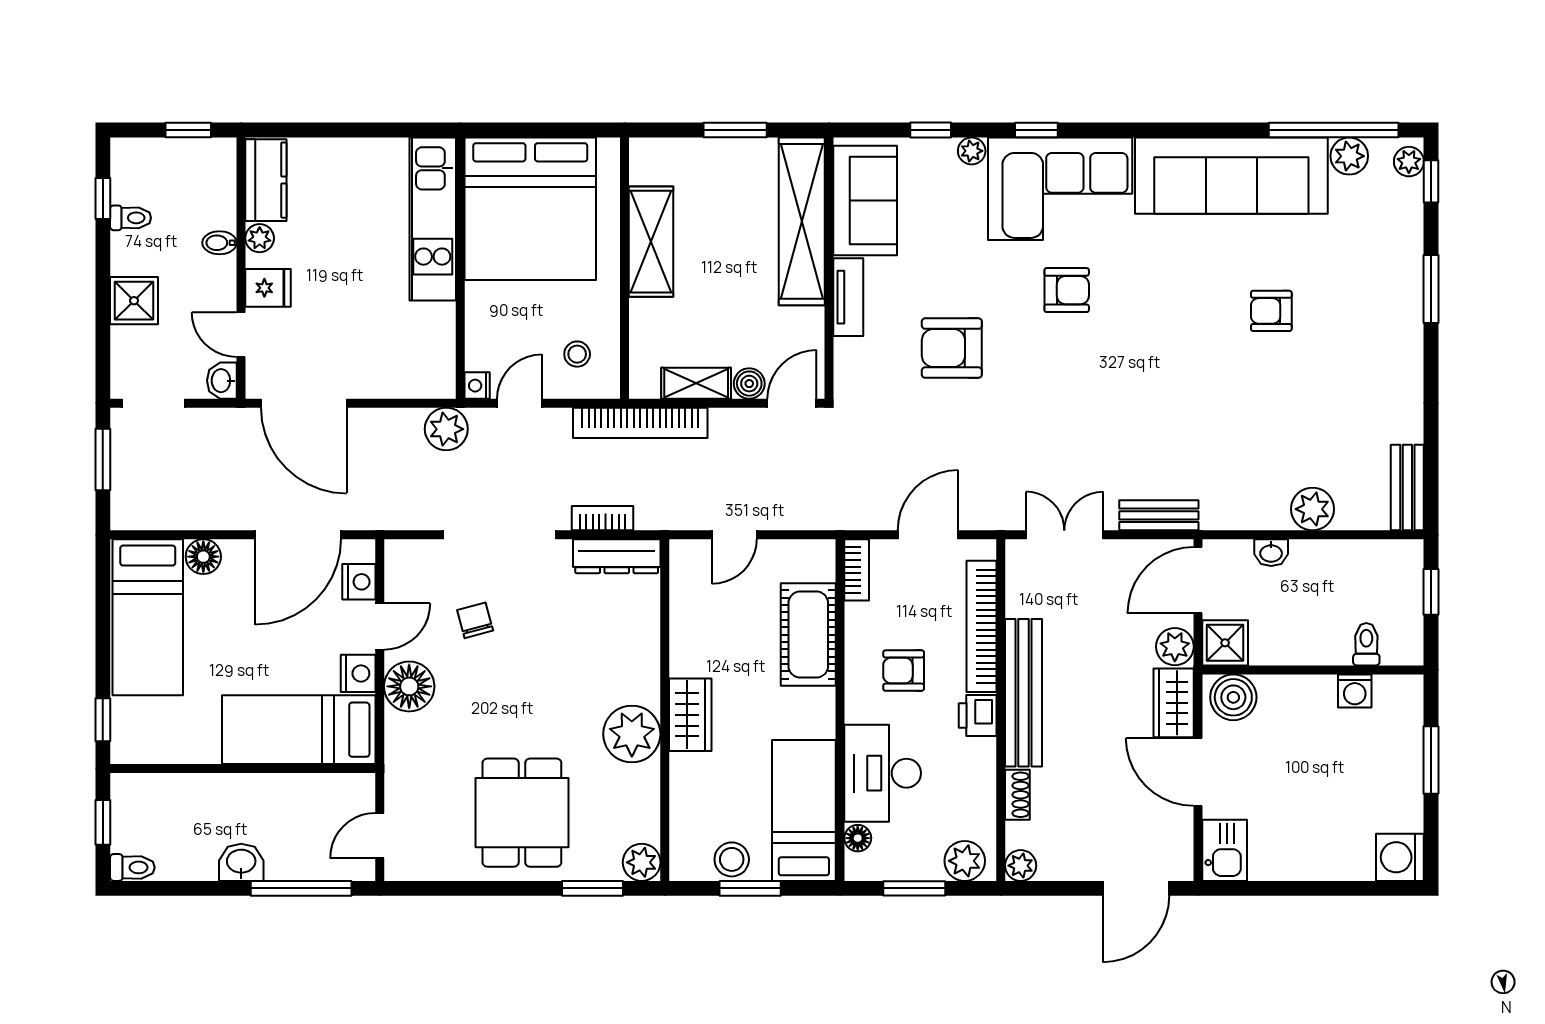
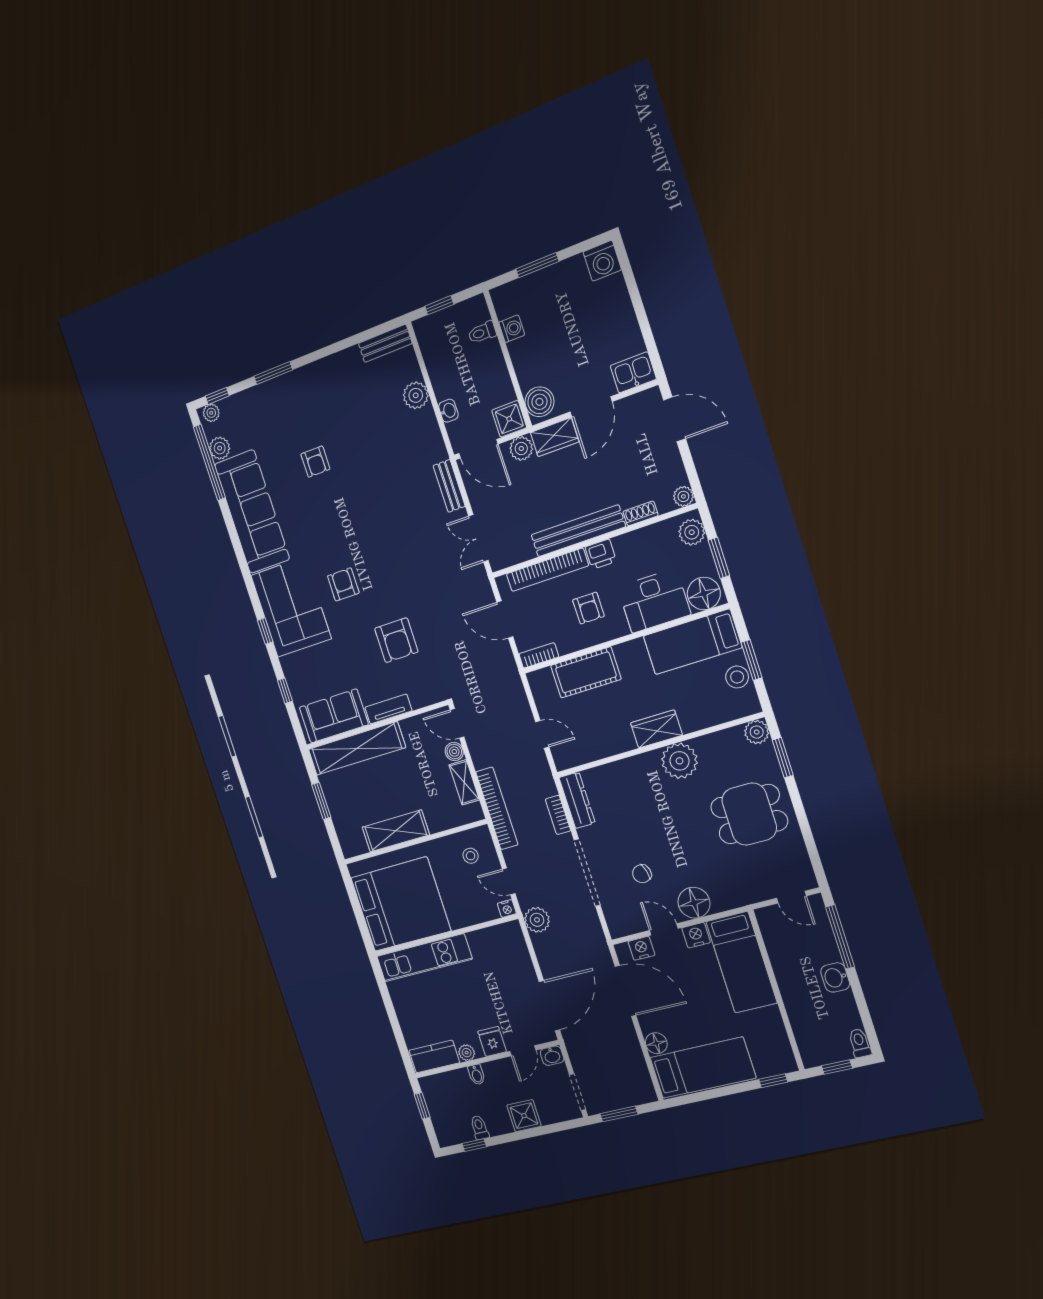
plant: (972, 151) -> (288, 664), removed
floor lamp: (858, 838) -> (704, 594), width x1.89, depth x1.89

